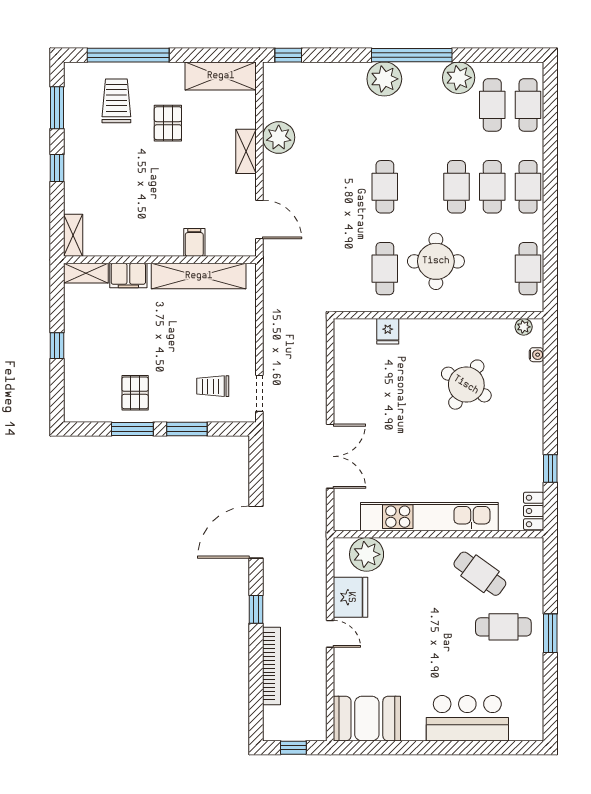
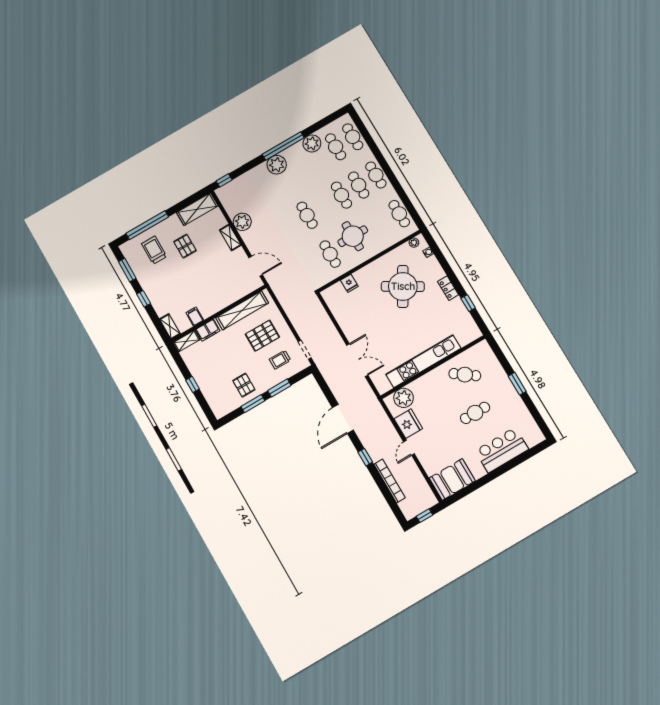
filing cabinet: (194, 242) -> (195, 316), moved
pallet: (207, 333) -> (262, 336), added
round table: (466, 385) -> (403, 286), width x1.36, depth x1.36
locker: (534, 511) -> (448, 288), moved
cafe table: (503, 627) -> (475, 413), moved
door: (330, 634) -> (409, 448), swing flipped

